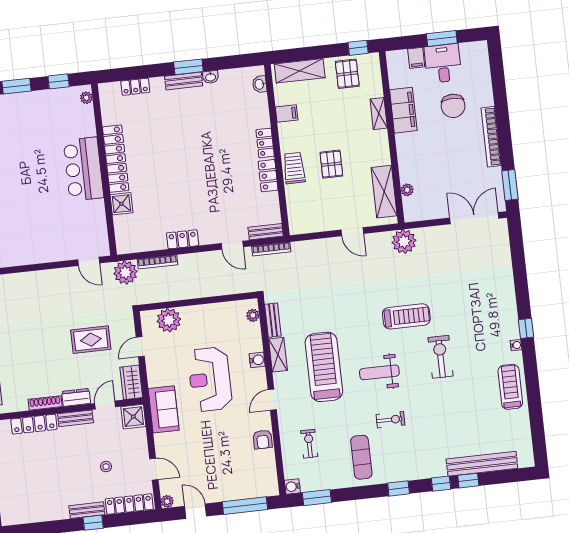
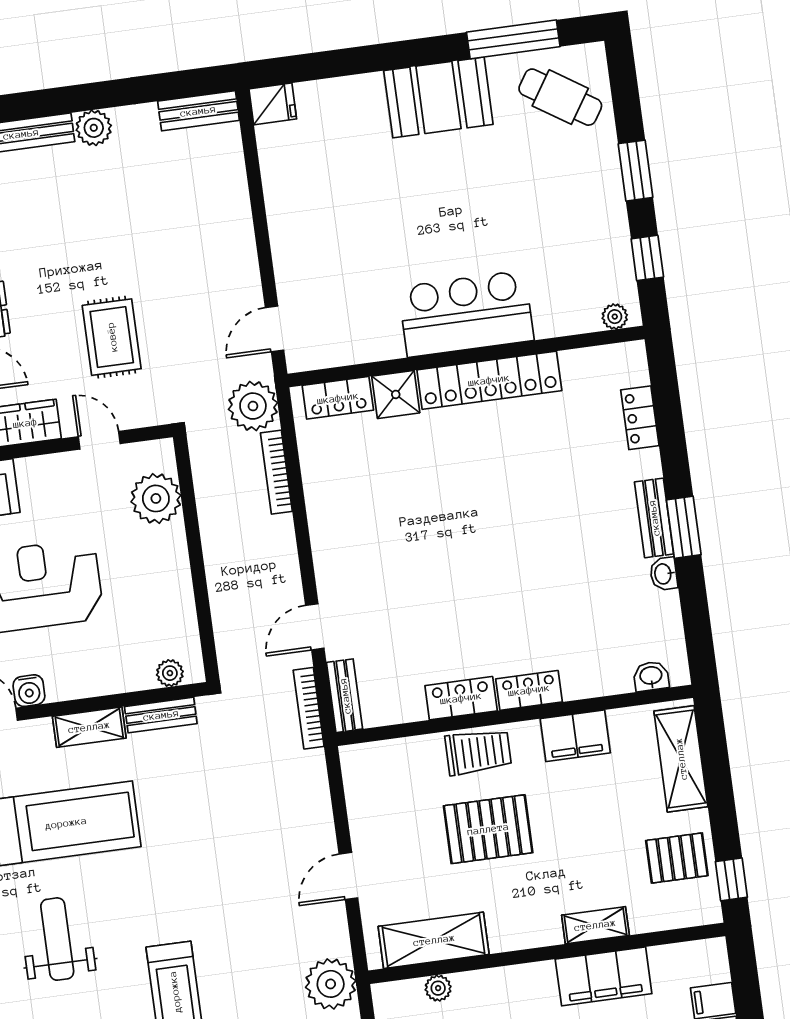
filing cabinet: (287, 114) -> (575, 736), width x2.00
pallet: (331, 164) -> (488, 829), width x1.50, depth x1.42
locker: (183, 239) -> (338, 398), moved, turned 90
water cooler: (257, 360) -> (29, 691), moved

